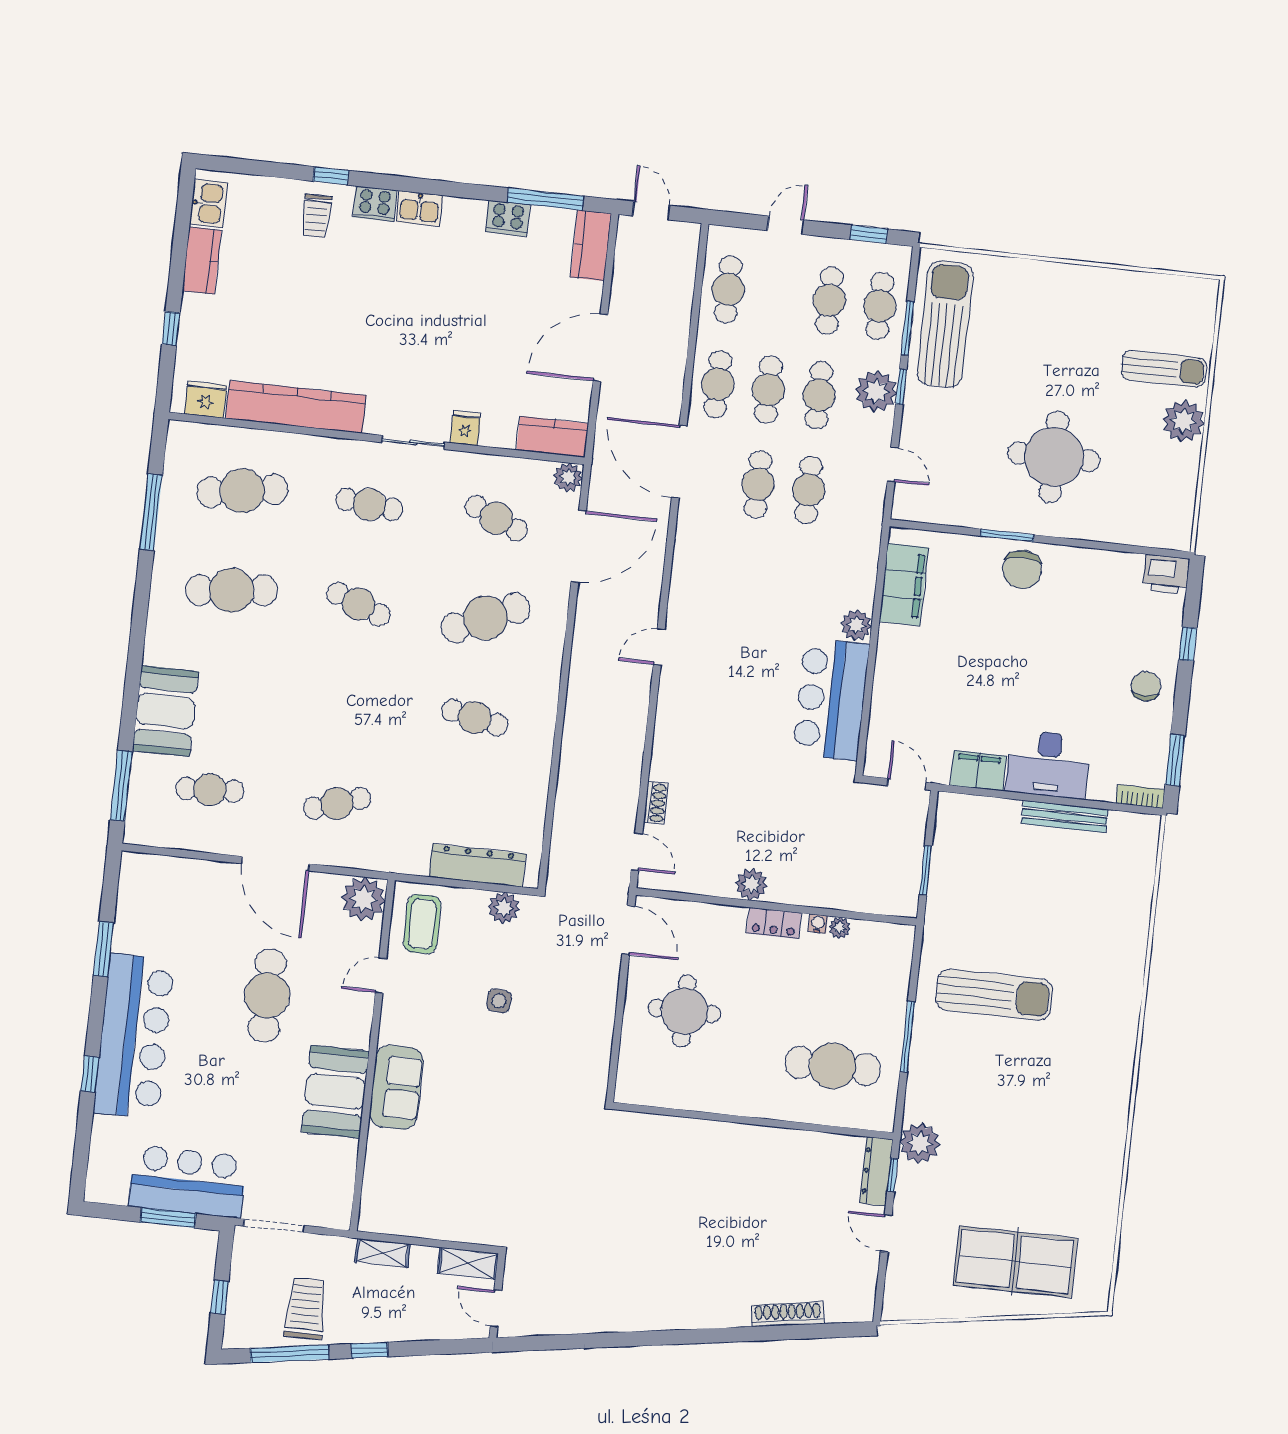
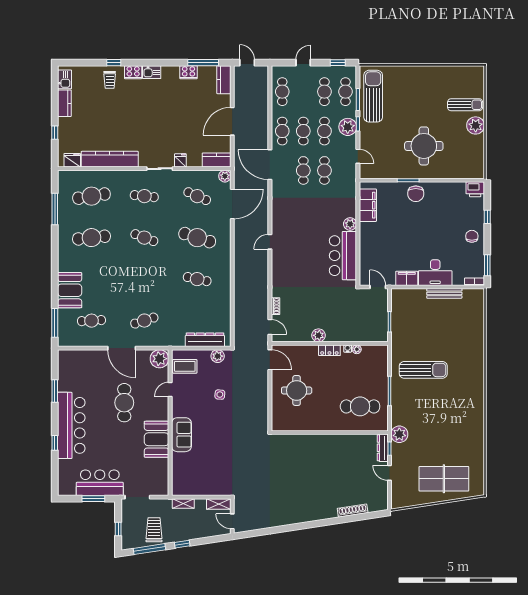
cafe table: (486, 618) -> (197, 238), turned 42
coffee table: (422, 924) -> (185, 366), turned 90

